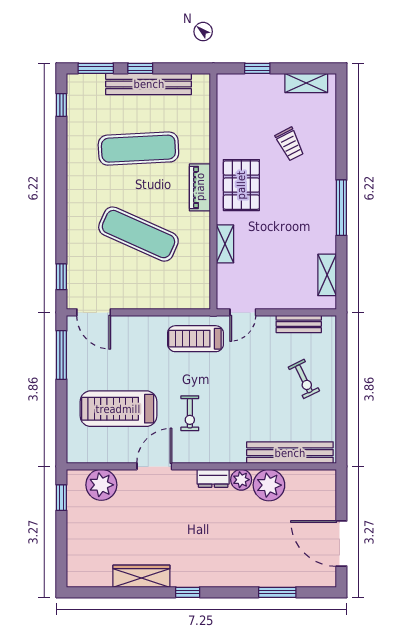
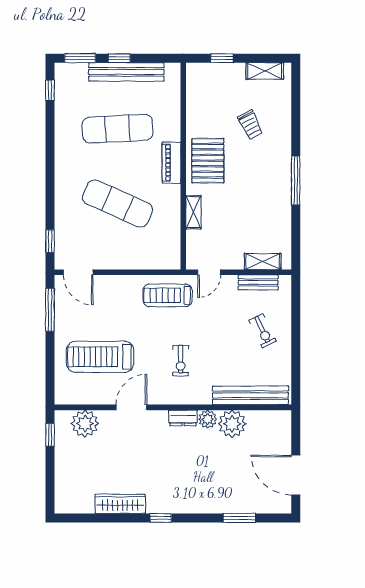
shelving: (327, 275) -> (263, 261), moved, turned 90
exercise bike: (190, 413) -> (181, 361), moved

